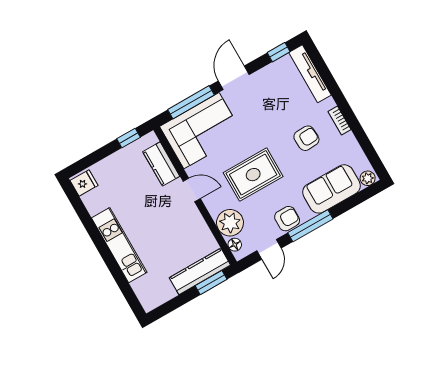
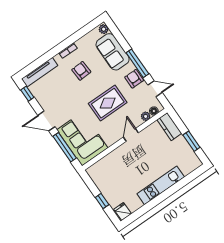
window: (129, 138) -> (102, 201), moved
kitchen counter: (161, 164) -> (106, 163), removed
rug: (253, 175) -> (108, 103), turned 90
door: (192, 190) -> (131, 135), moved
plant: (230, 223) -> (146, 116), width x0.53, depth x0.53
kitchen counter: (200, 271) -> (169, 127), width x0.67
window: (211, 283) -> (191, 141), moved

